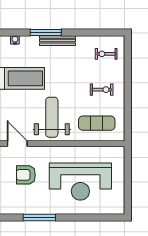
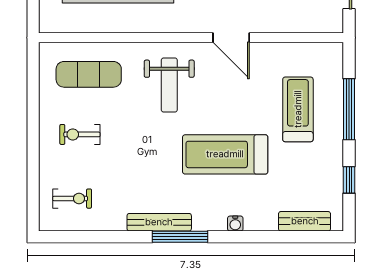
weight bench: (52, 117) -> (169, 85), width x0.73, depth x0.75

